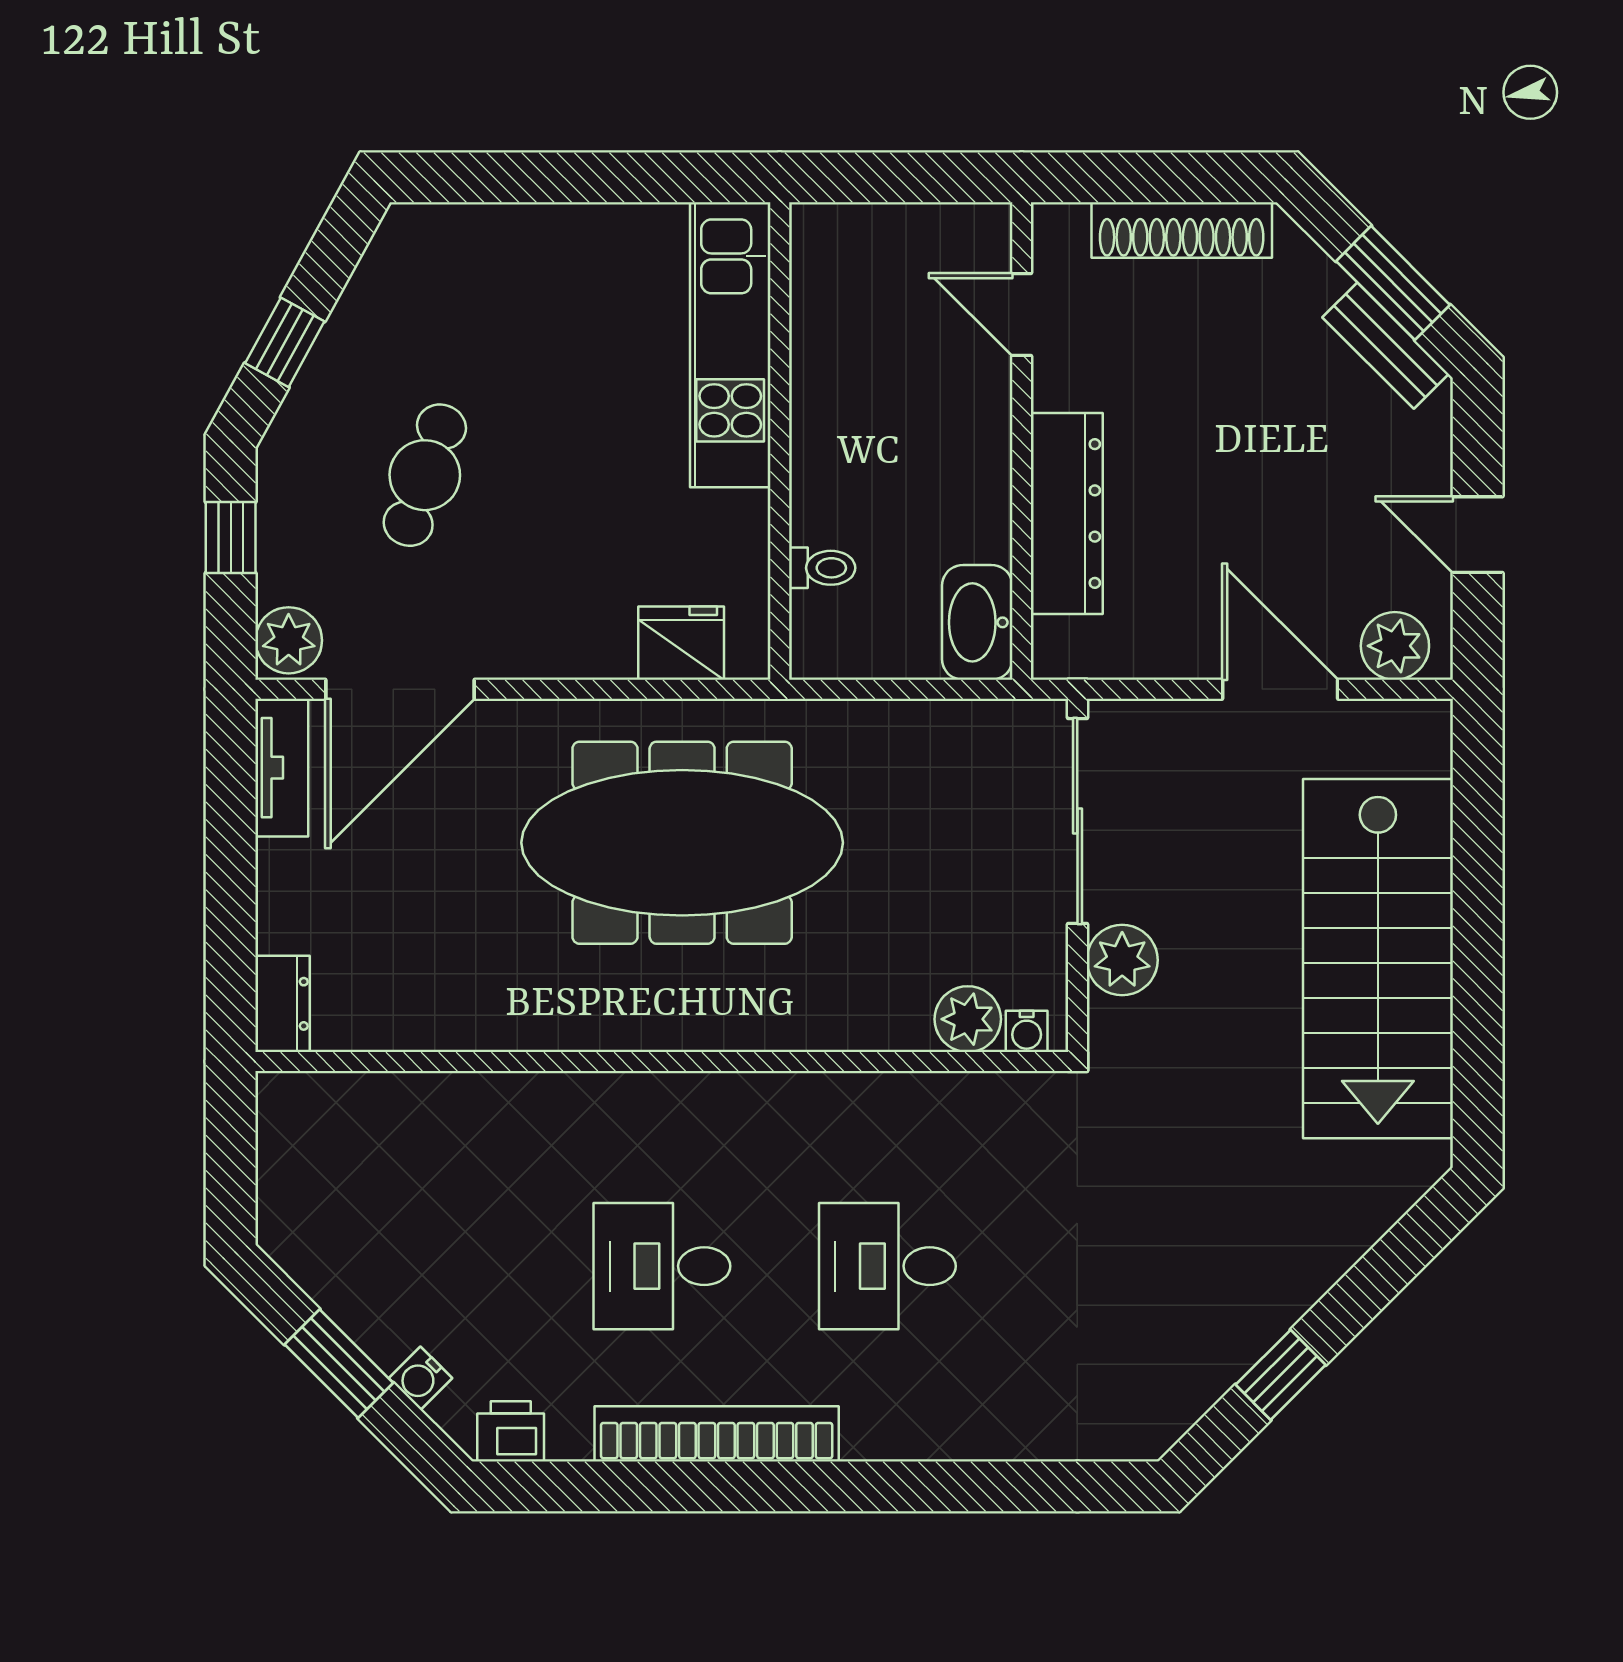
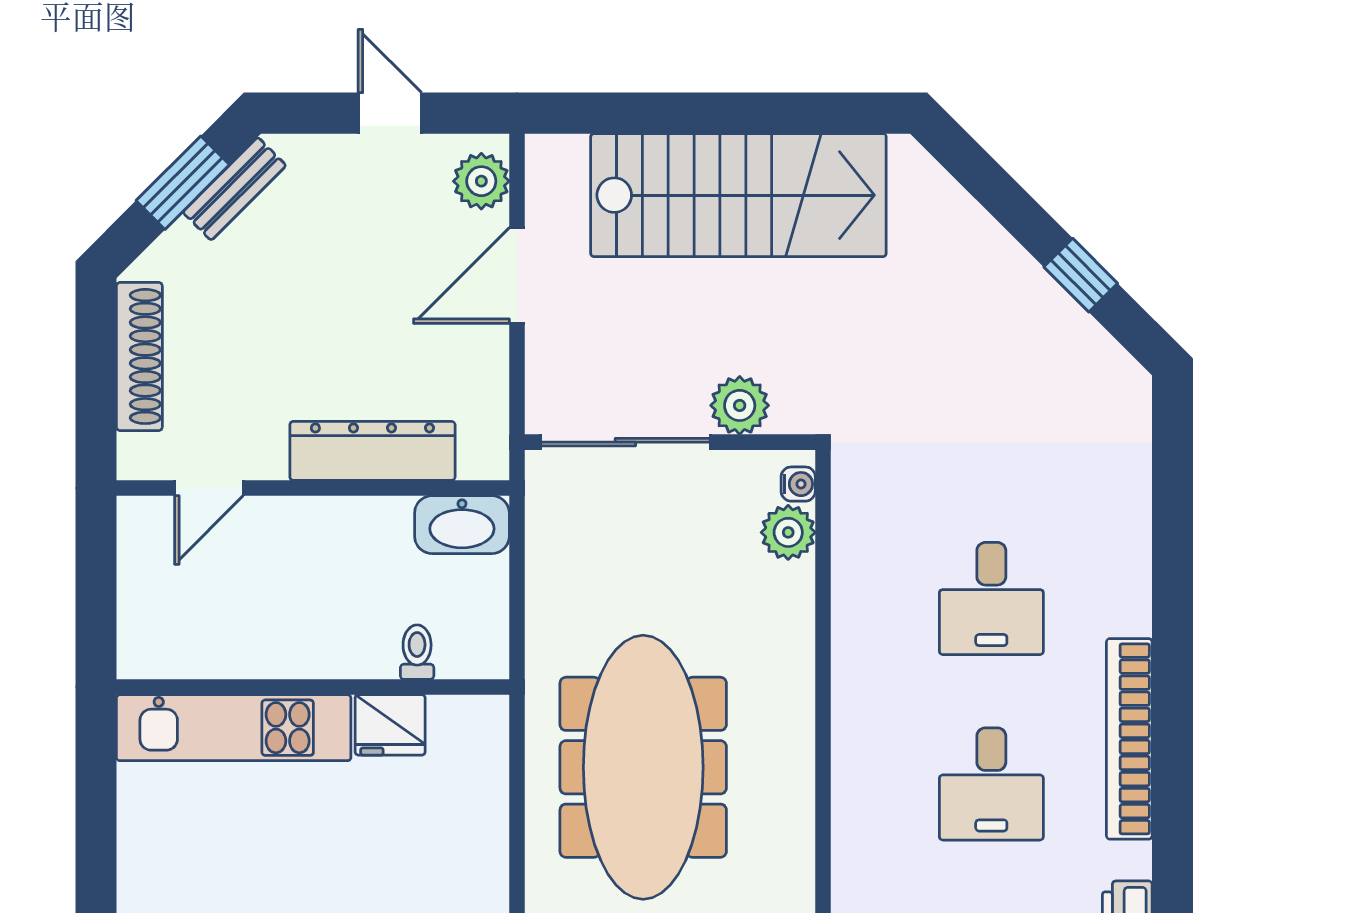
door: (1478, 535) -> (390, 113), swing flipped
fridge: (681, 643) -> (390, 725), moved, turned -90

